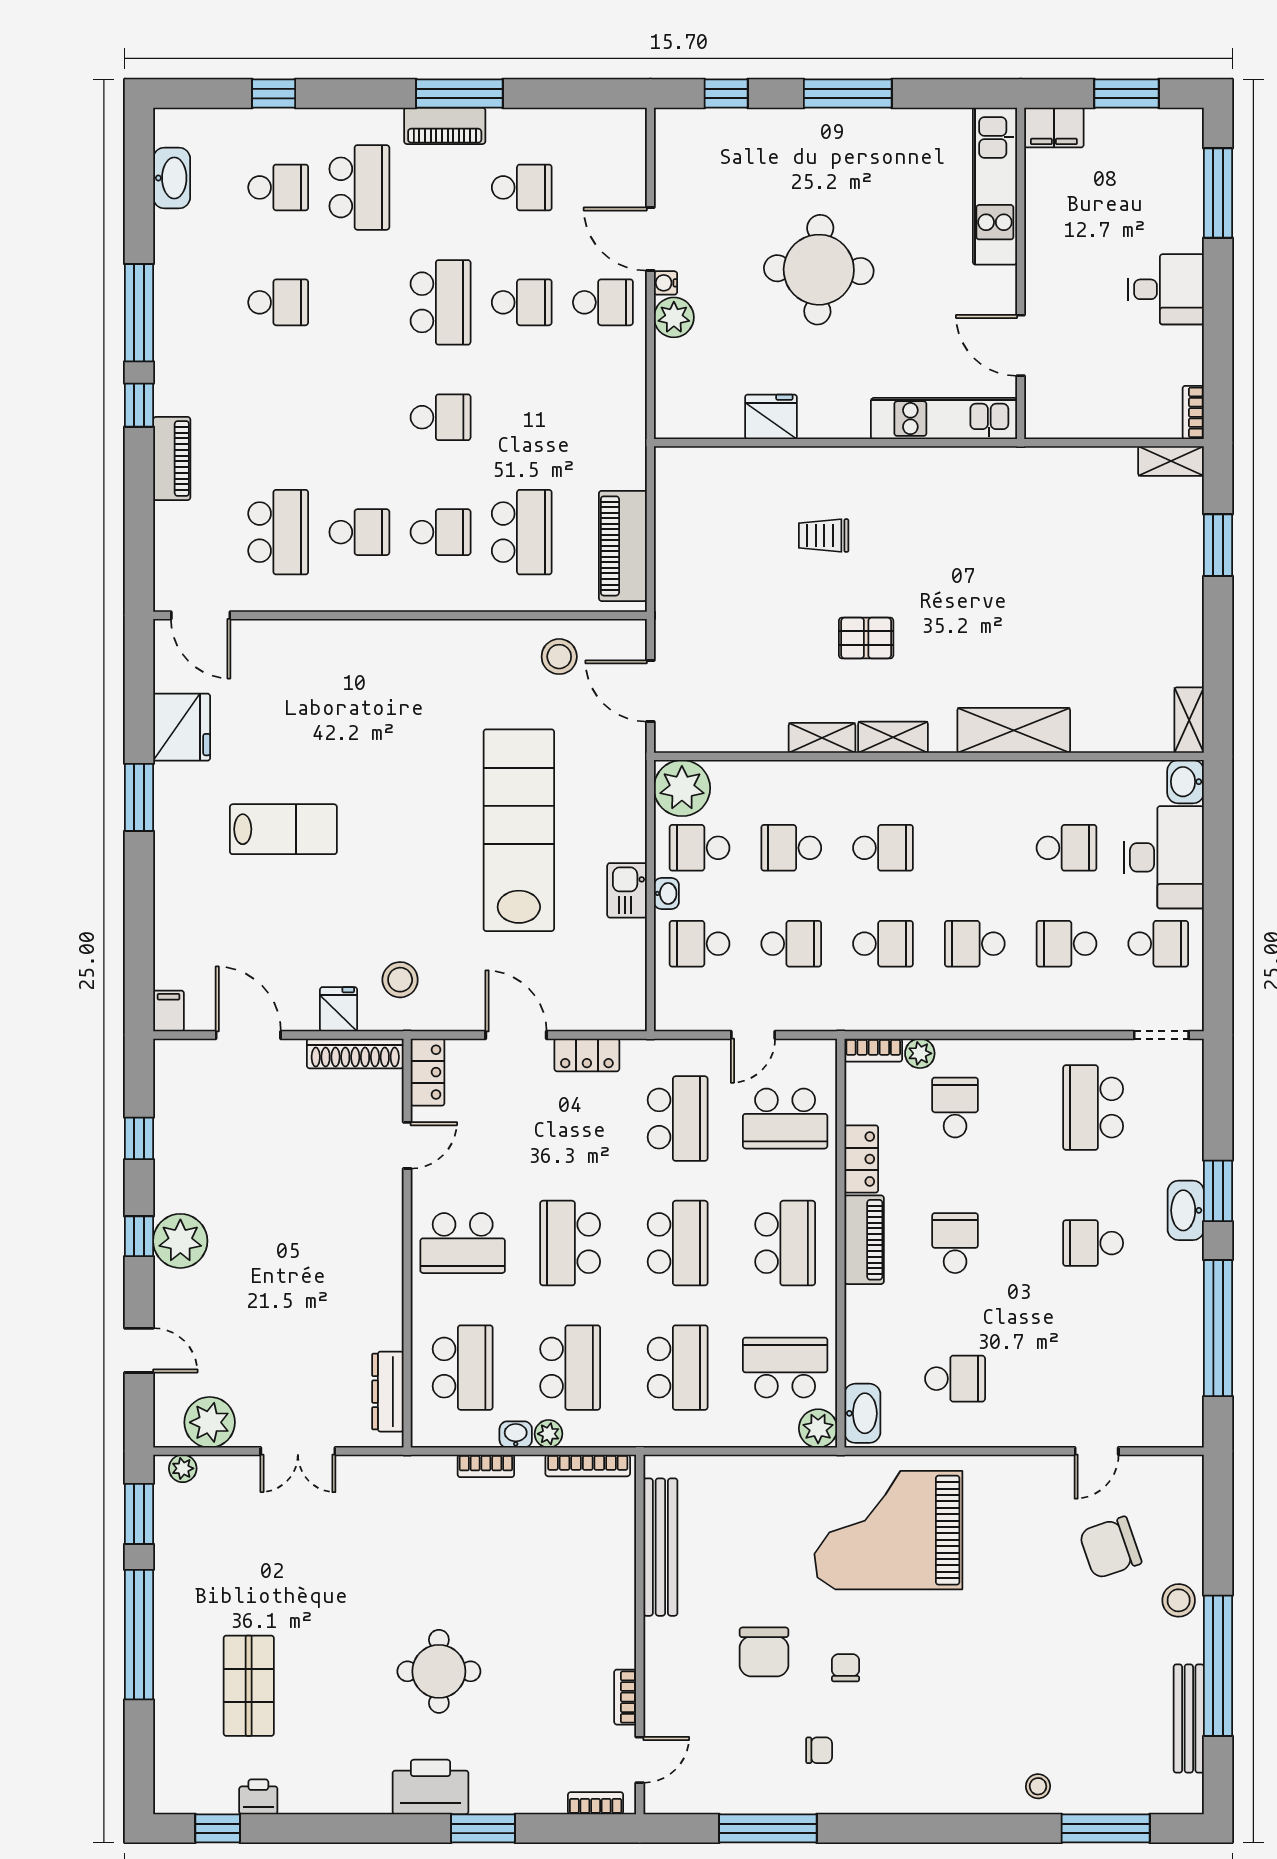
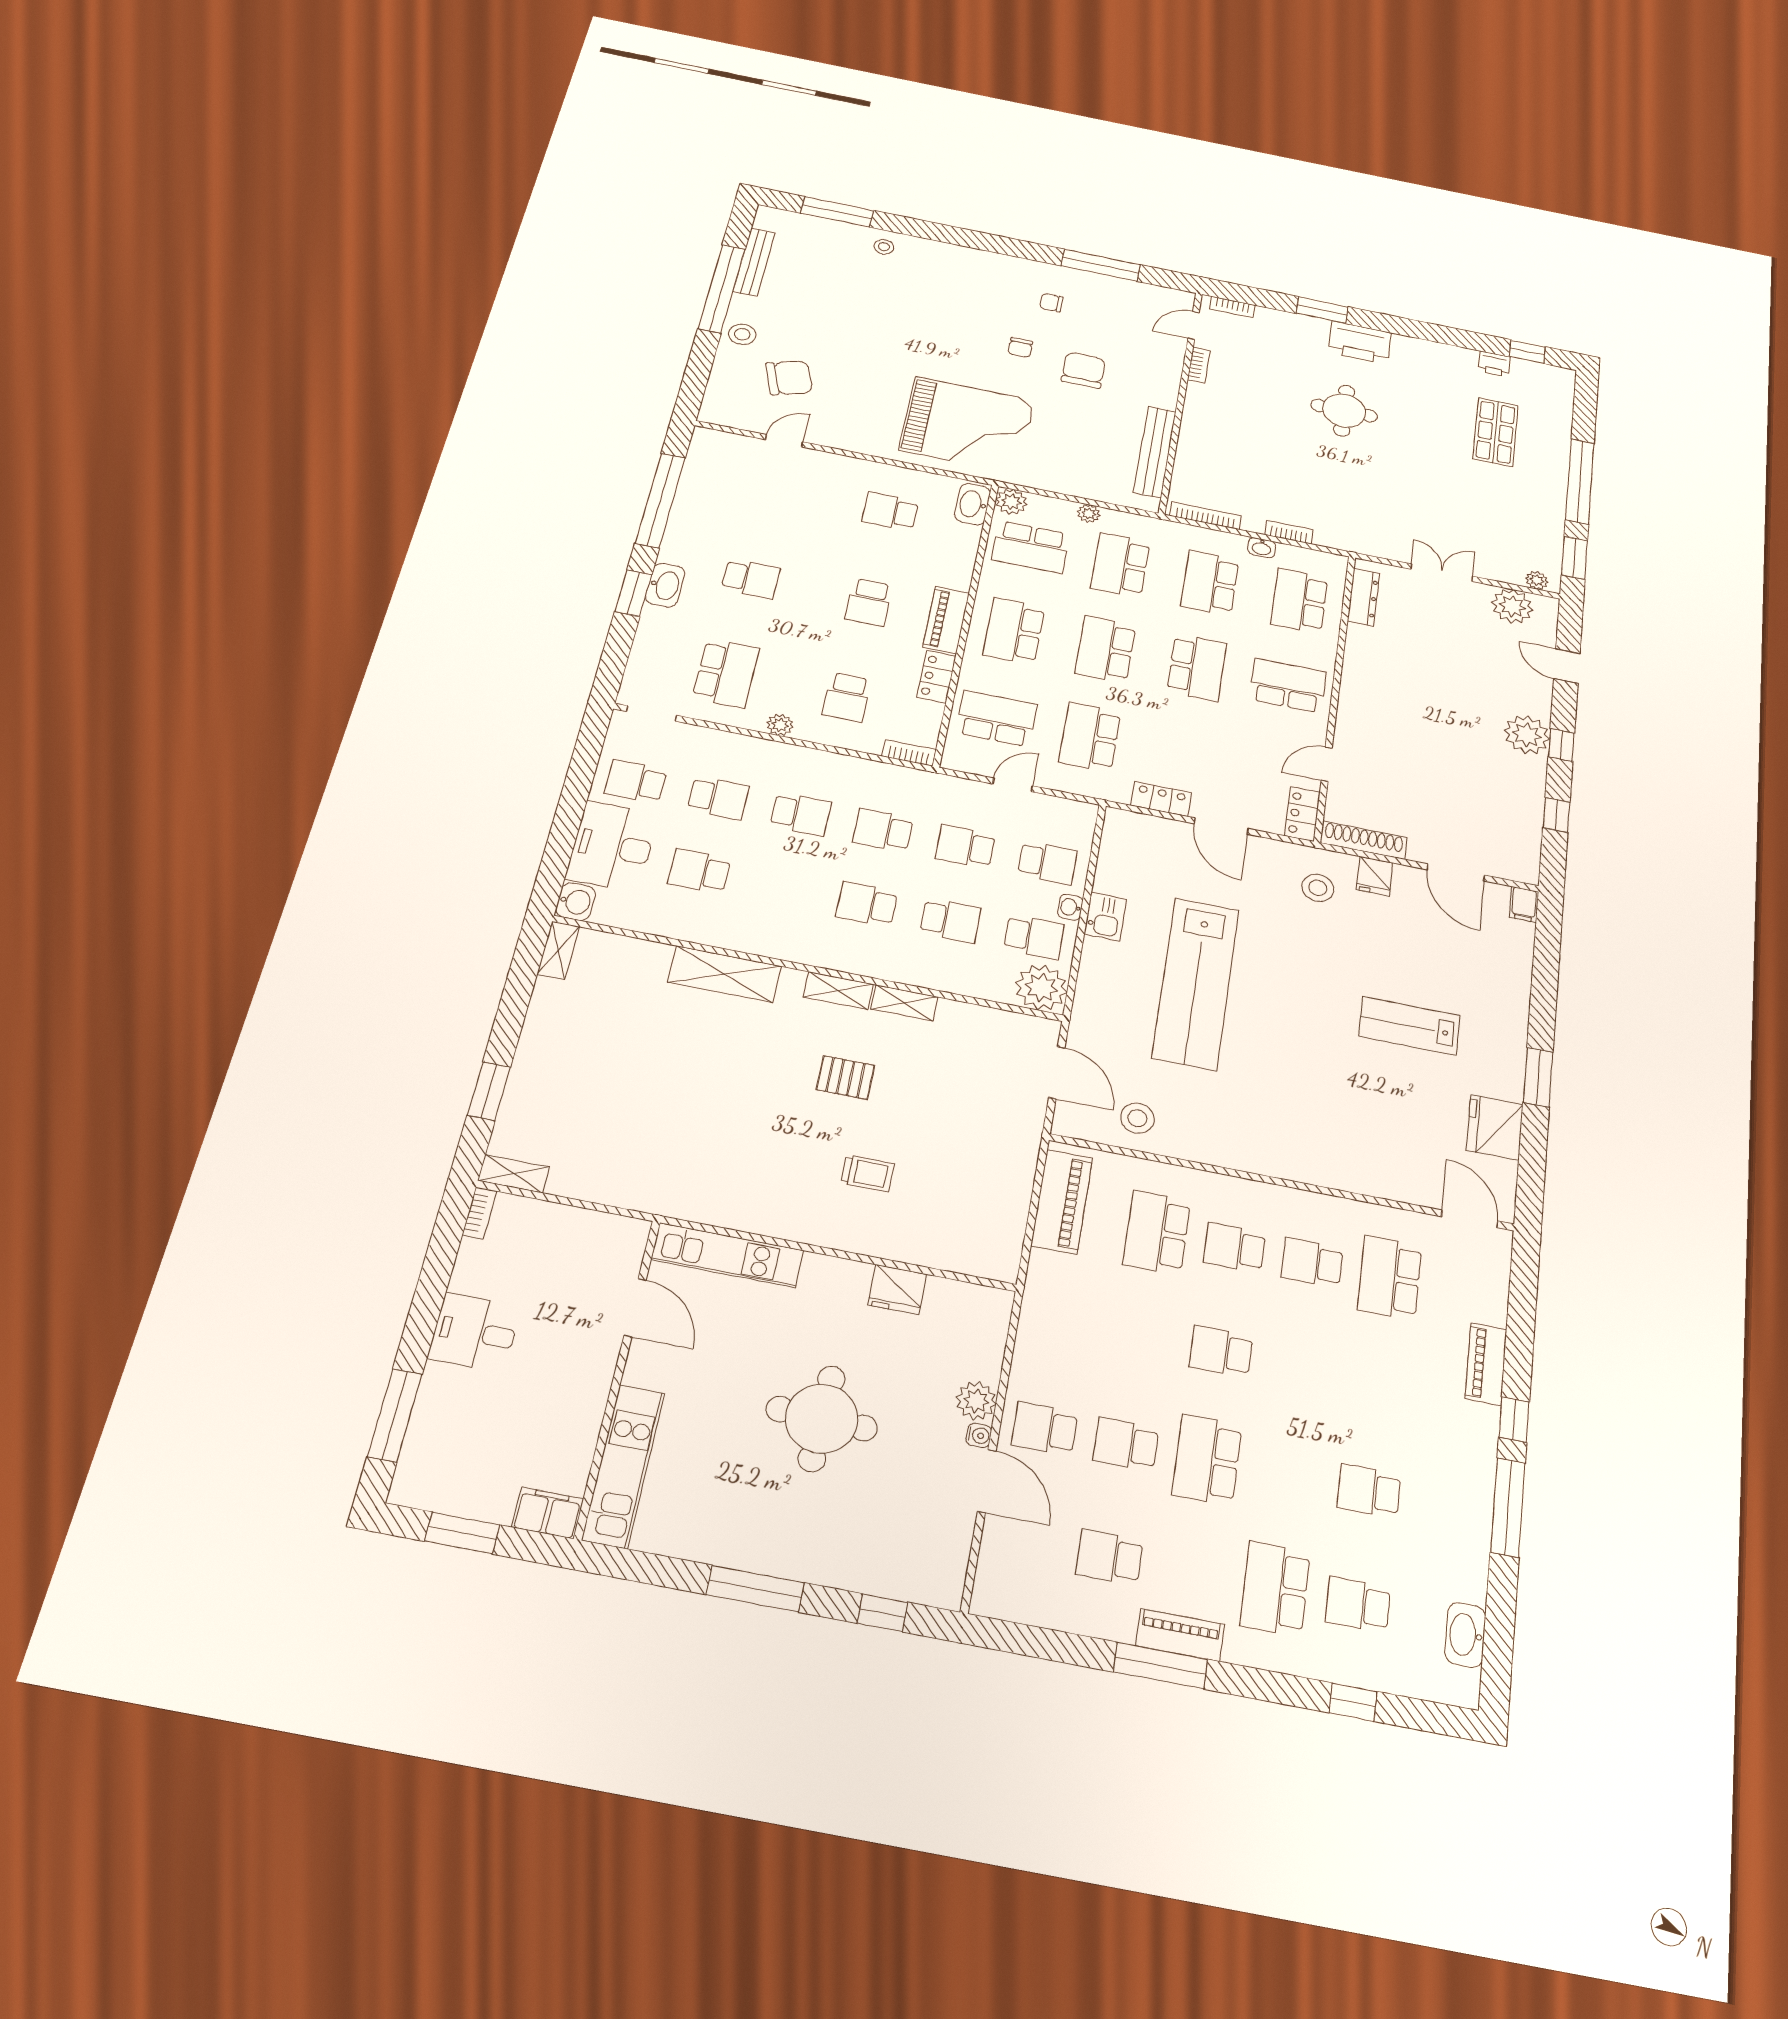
plant: (920, 1053) -> (780, 725), moved
plant: (549, 1434) -> (1089, 514), moved

